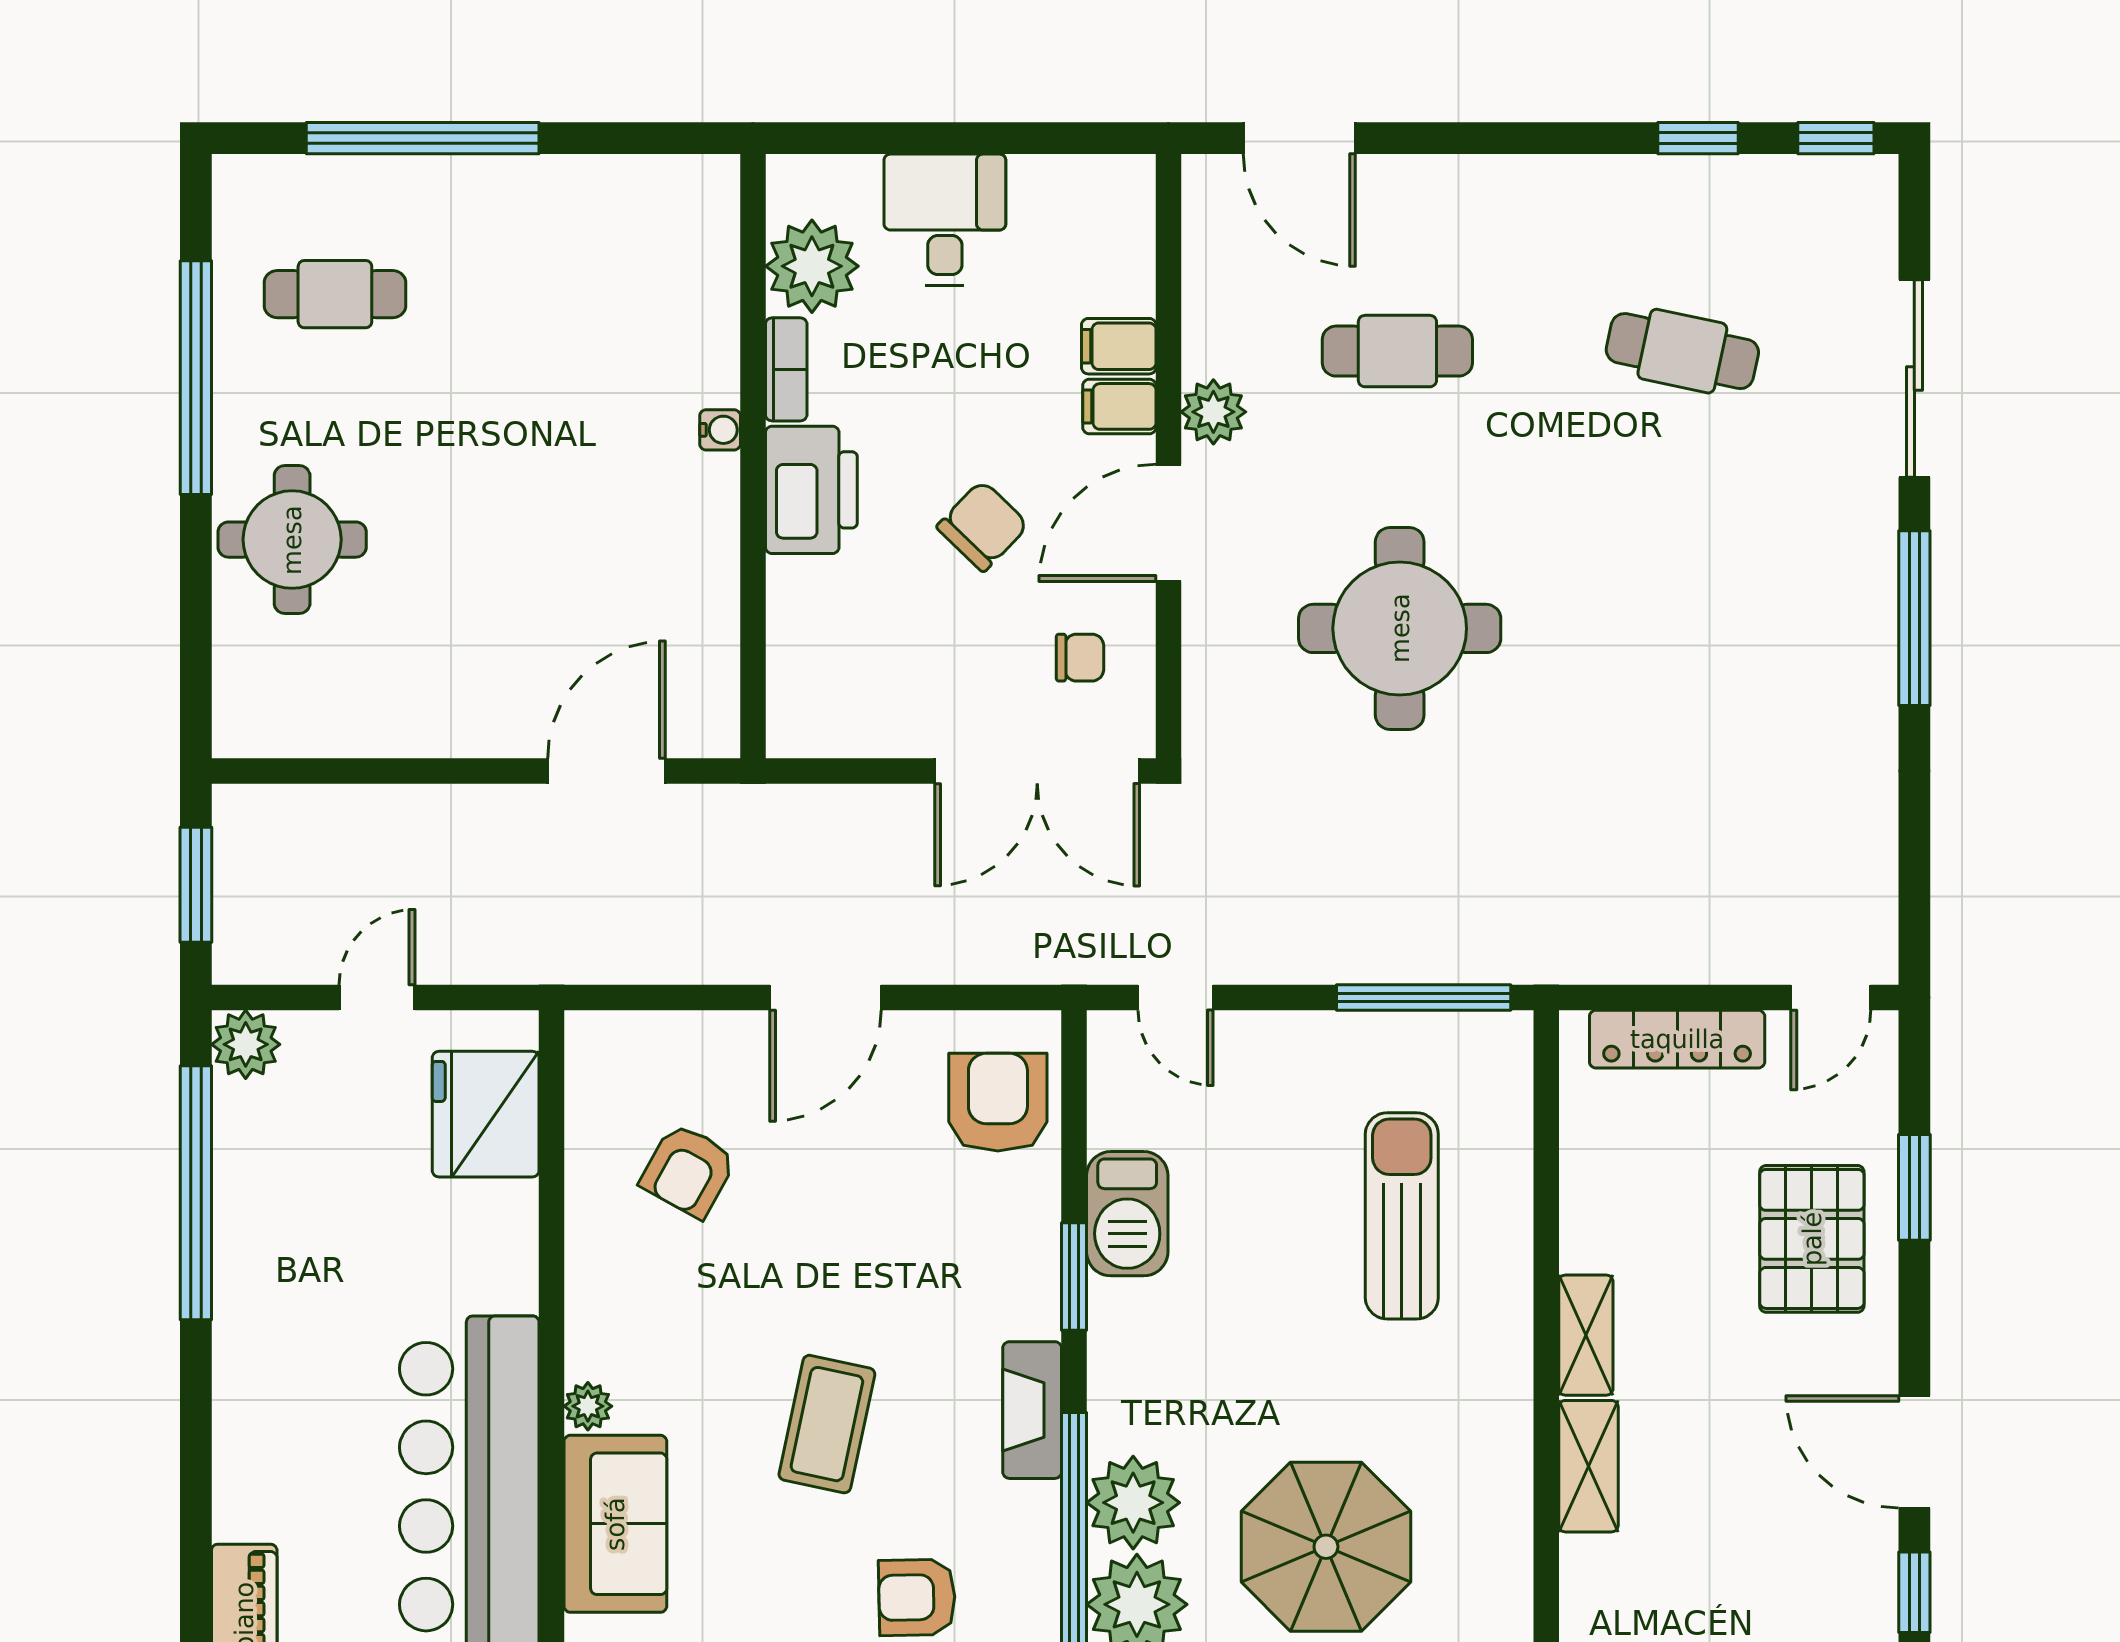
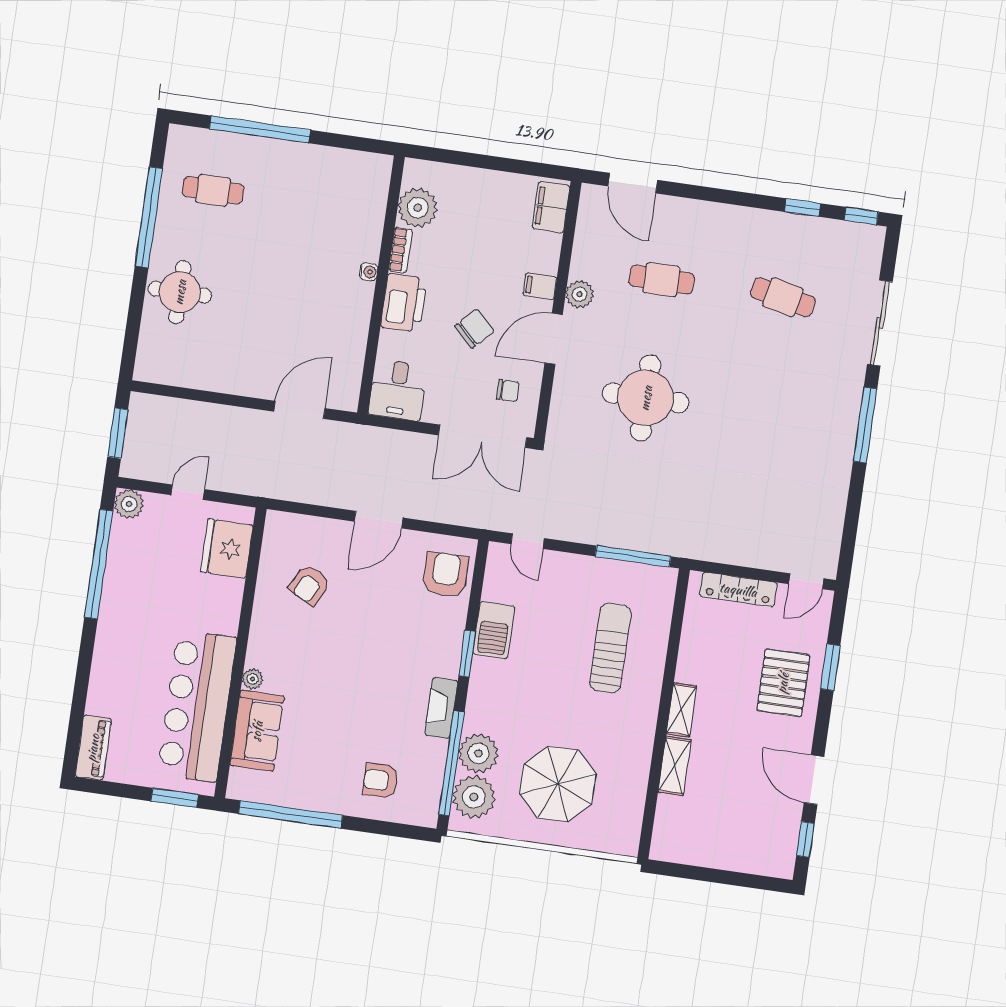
desk: (945, 220) -> (398, 390), moved, turned 180
filing cabinet: (1119, 346) -> (551, 207), moved, width x2.00
coffee table: (827, 1424) -> (353, 701), removed

